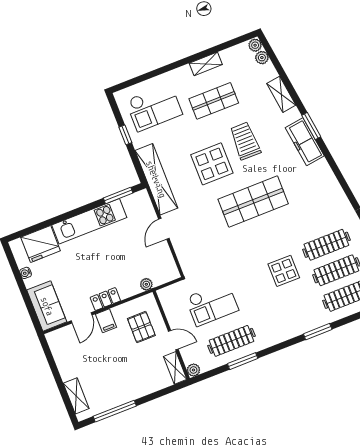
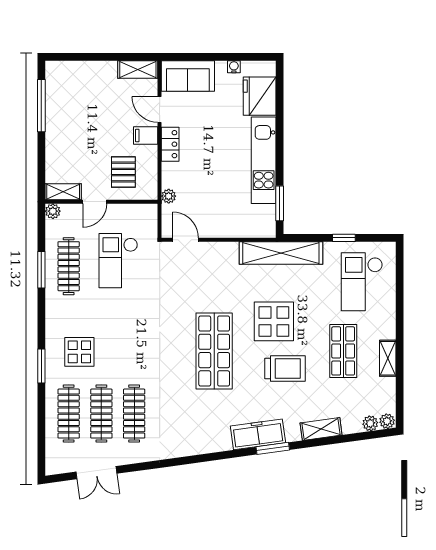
door: (164, 229) -> (186, 240), moved
display table: (284, 271) -> (79, 352), moved
pallet: (141, 327) -> (123, 172), turned 90
shelving: (76, 396) -> (138, 70), moved

